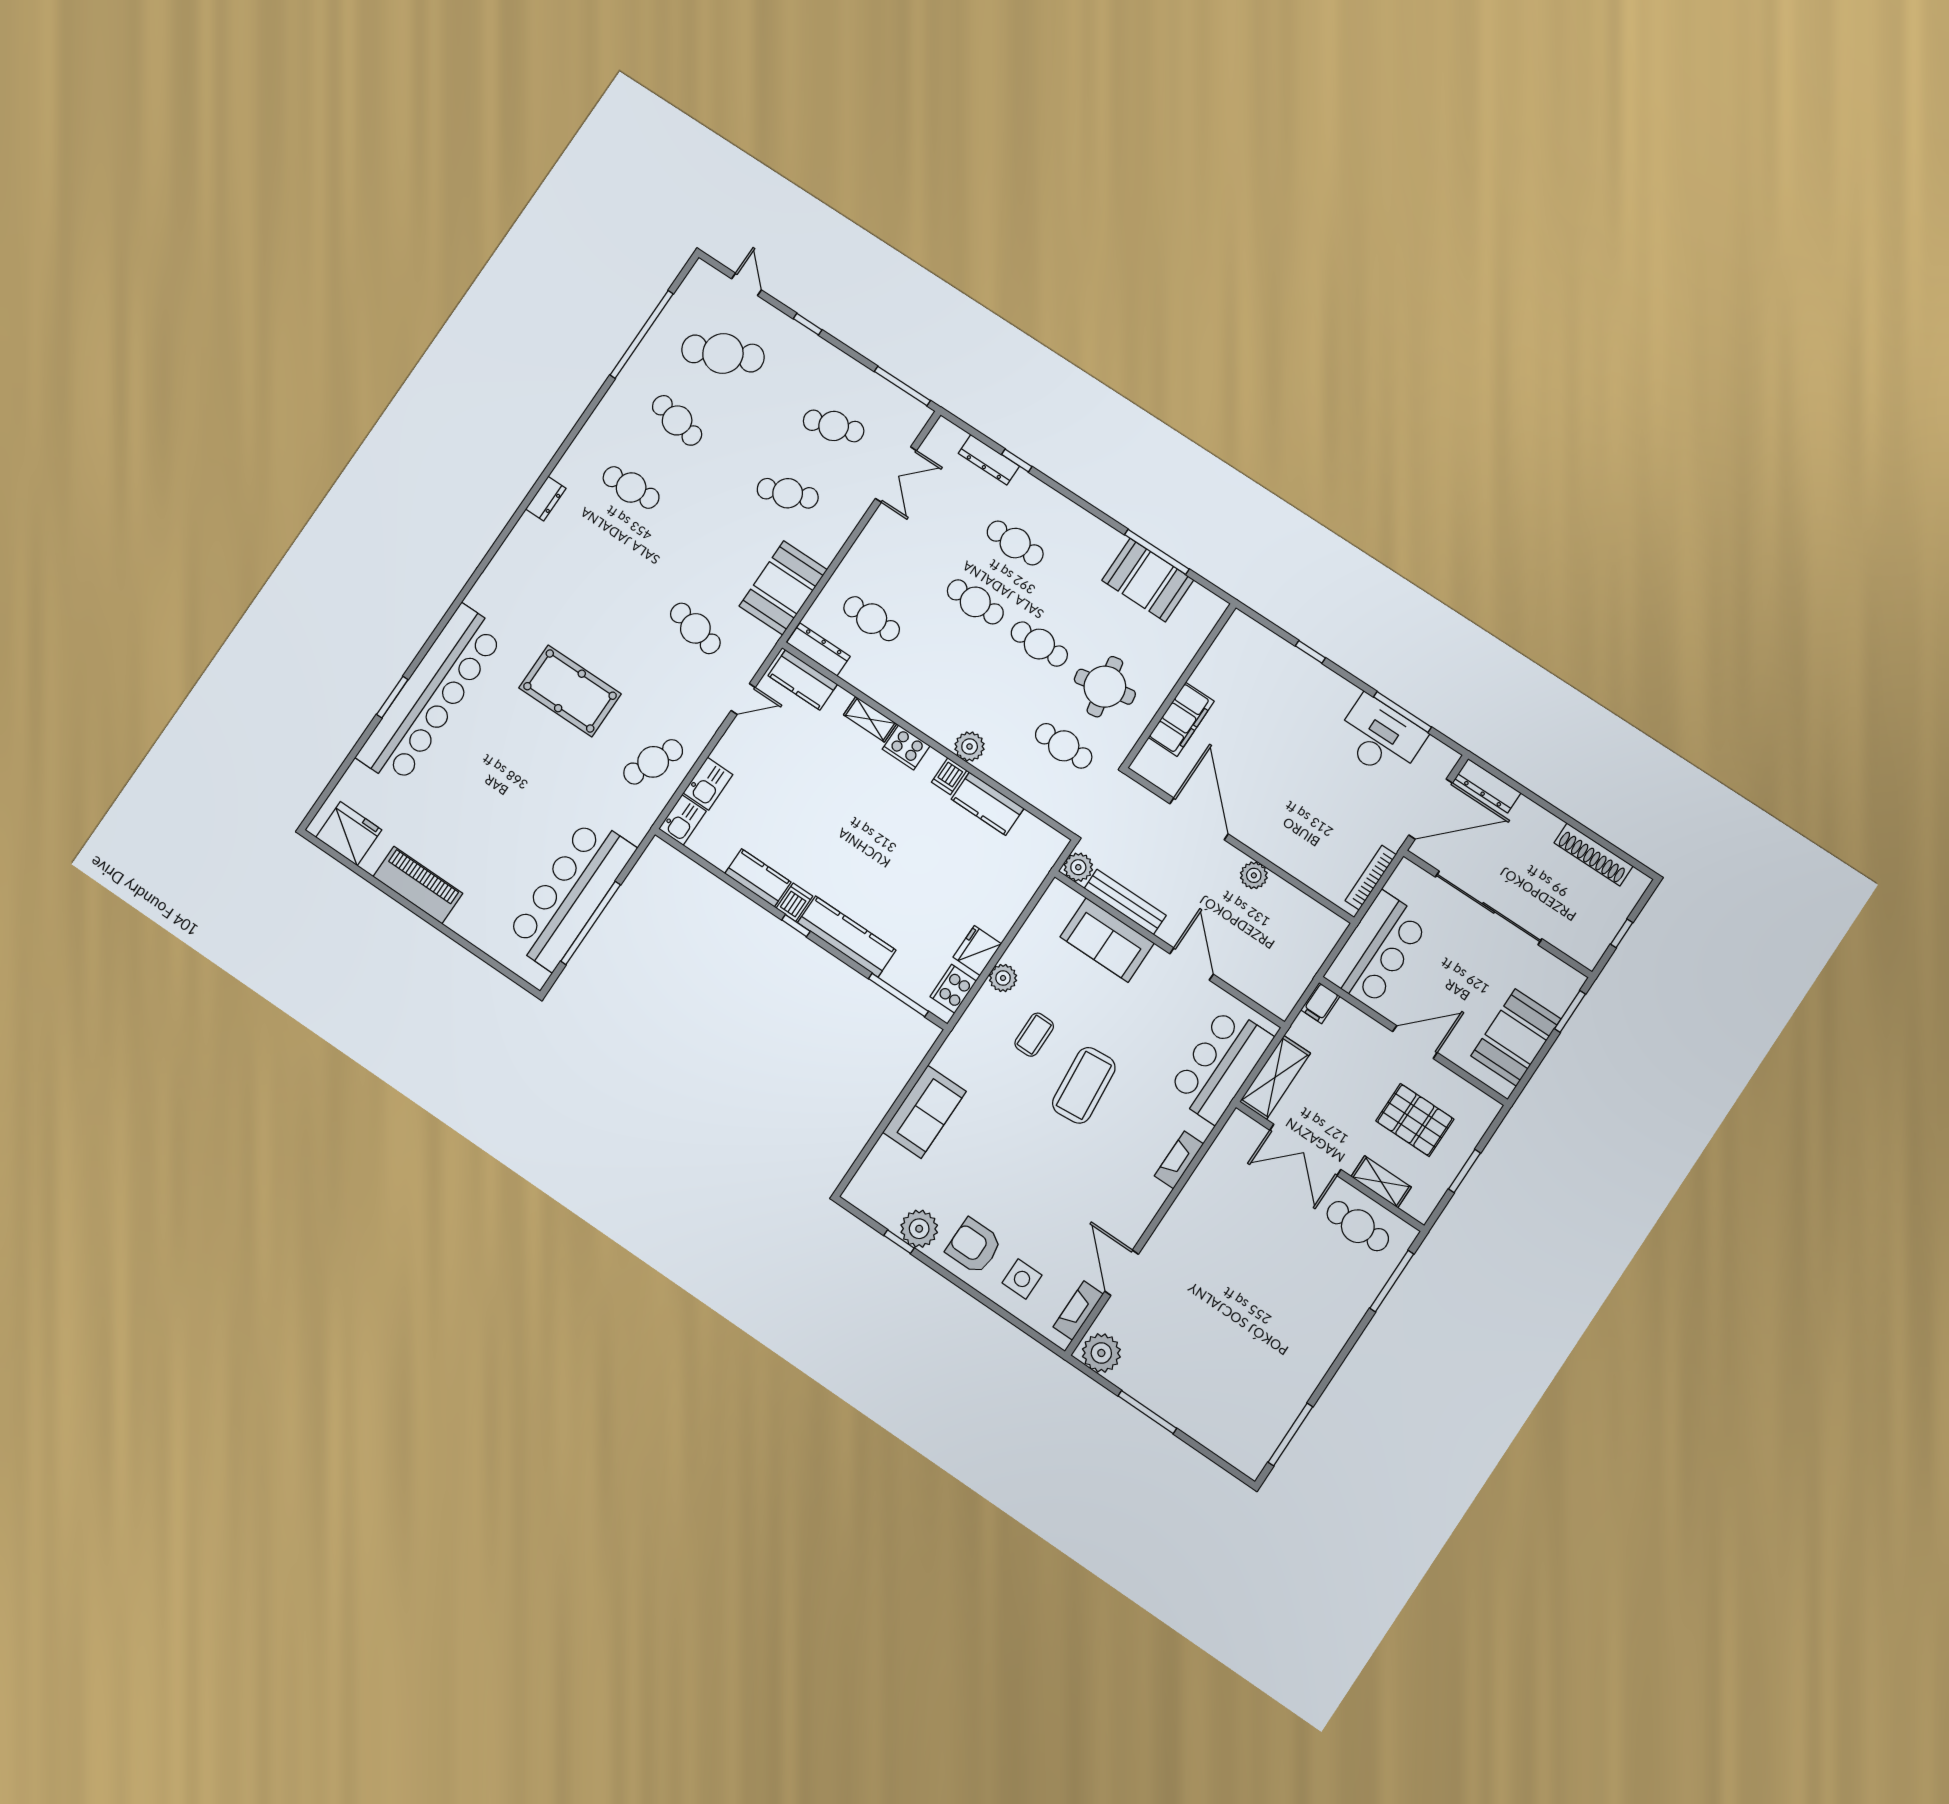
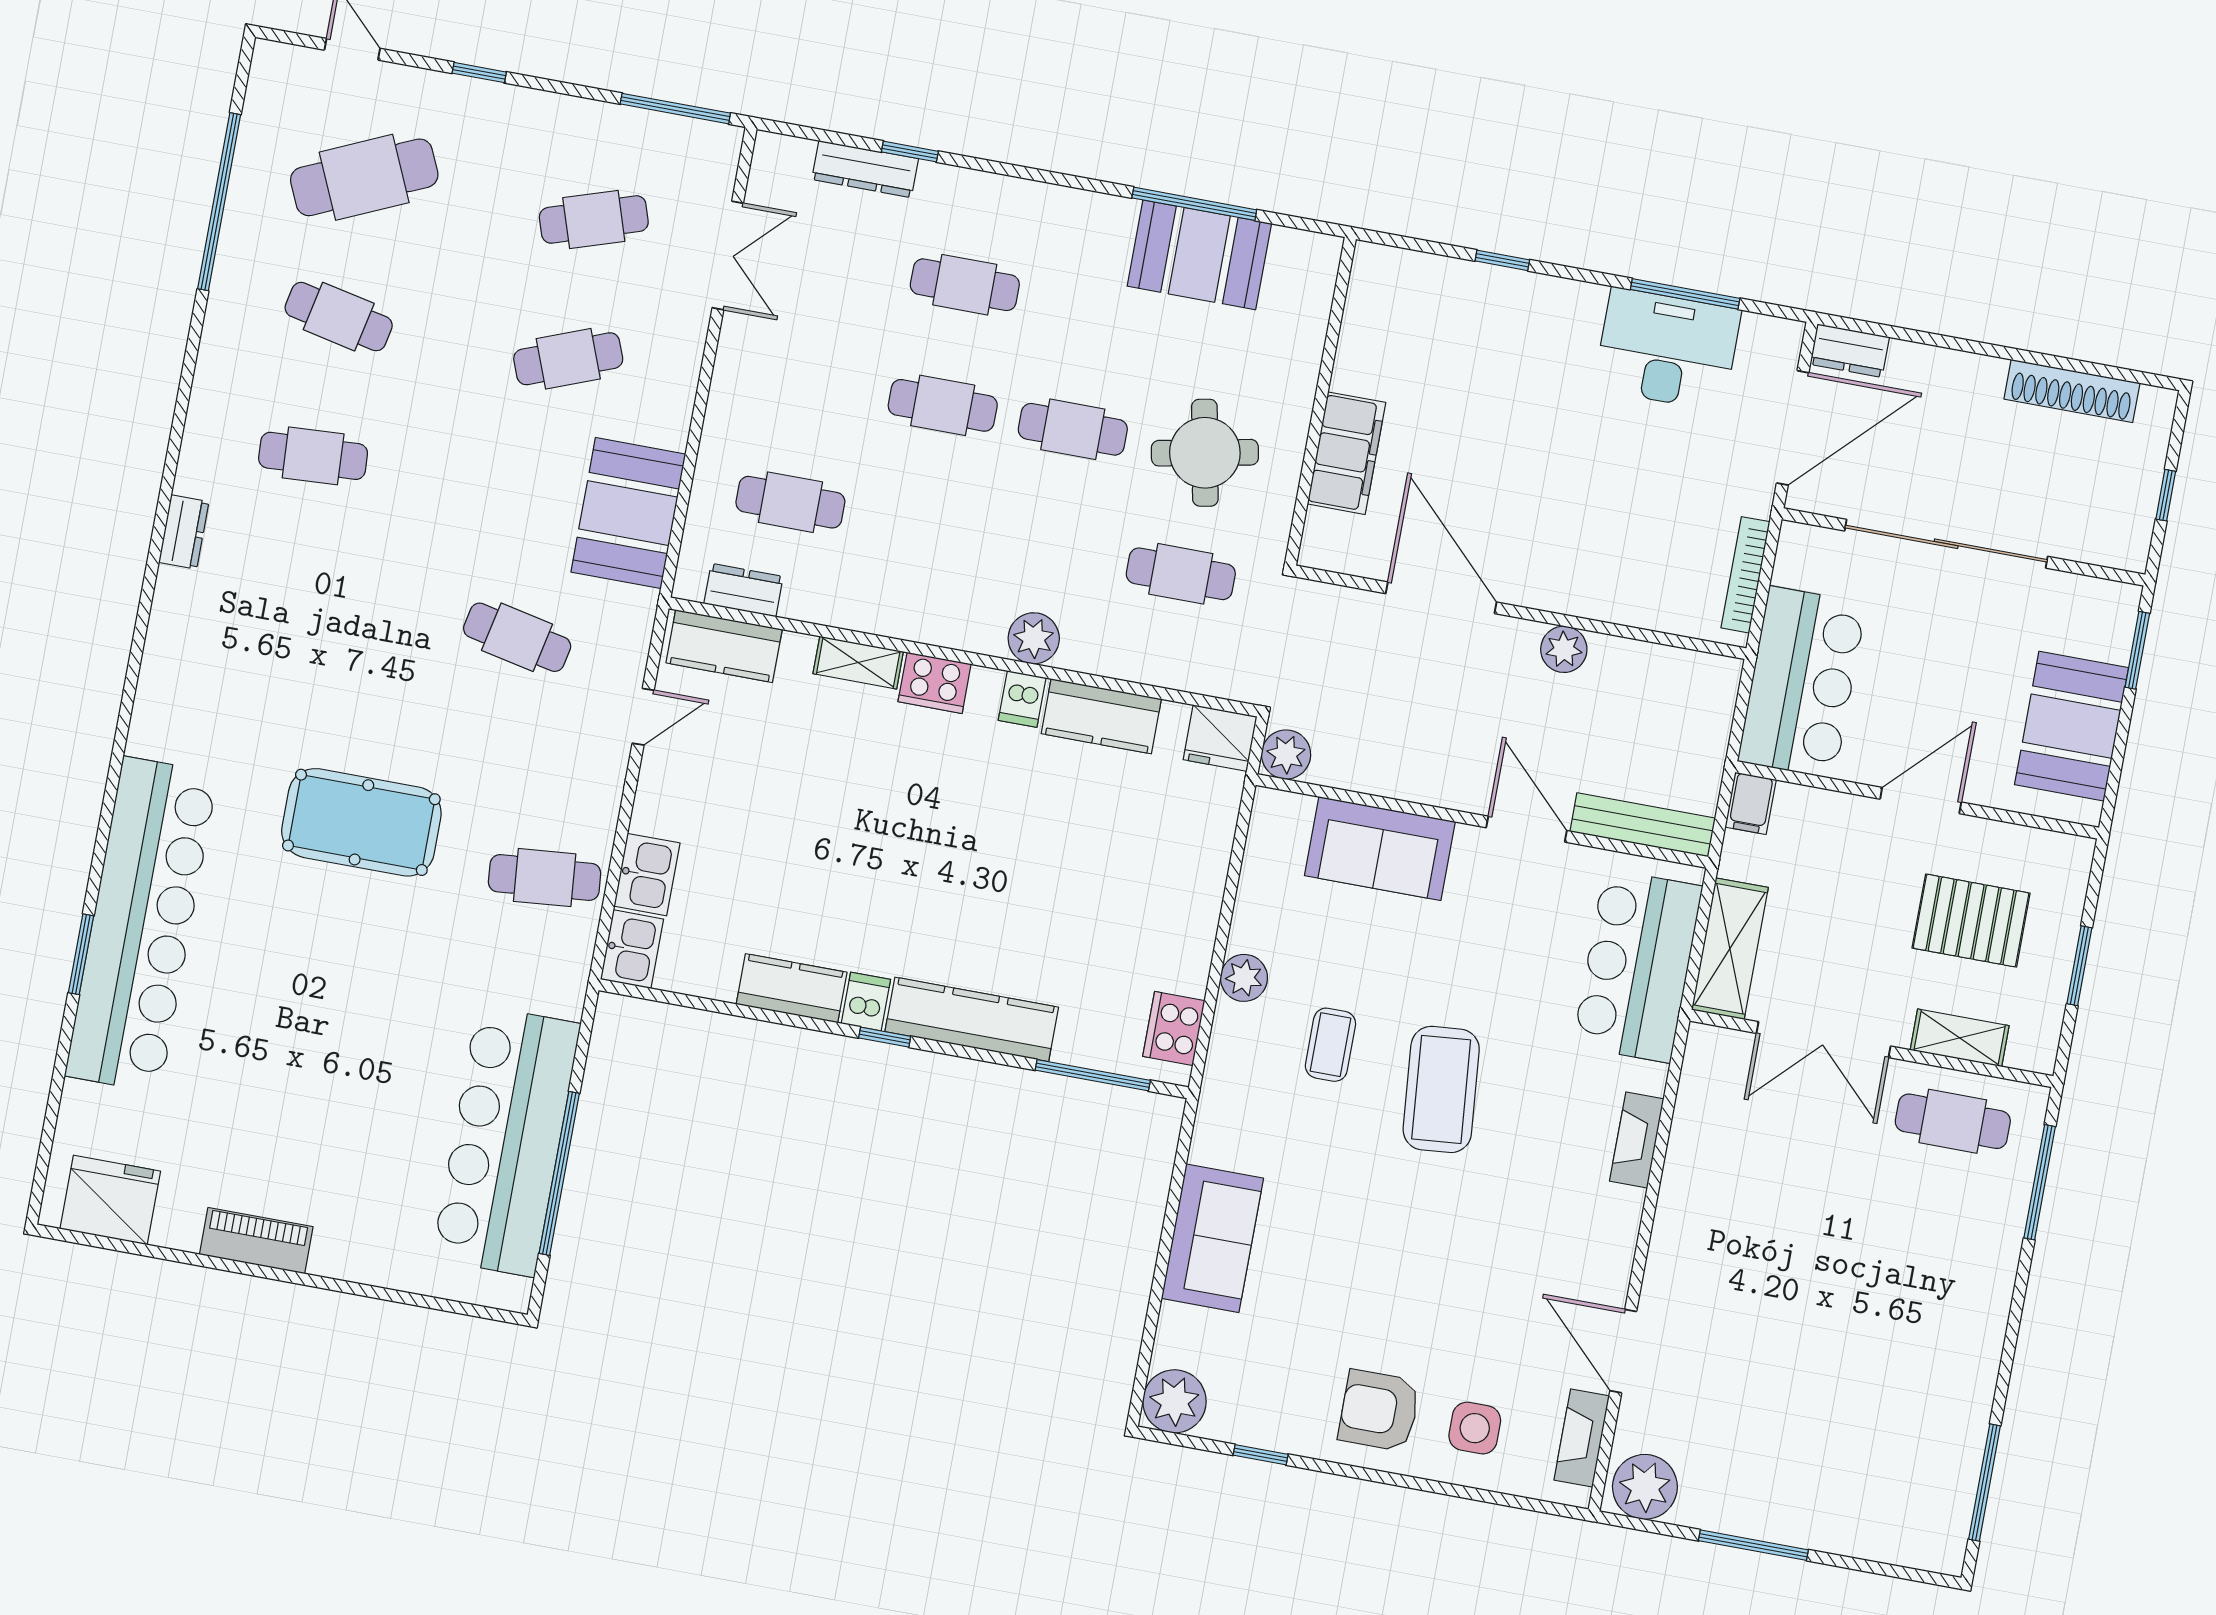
dresser: (818, 650) -> (743, 590), width x0.70
cafe table: (653, 762) -> (545, 878), turned 60
dresser: (1488, 786) -> (1850, 351), width x0.70
piano: (418, 885) -> (256, 1241), width x0.73, depth x0.75
bench: (1125, 902) -> (1643, 825), moved
fridge: (977, 951) -> (1220, 738), moved, turned -90
plant: (919, 1229) -> (1174, 1401), moved

